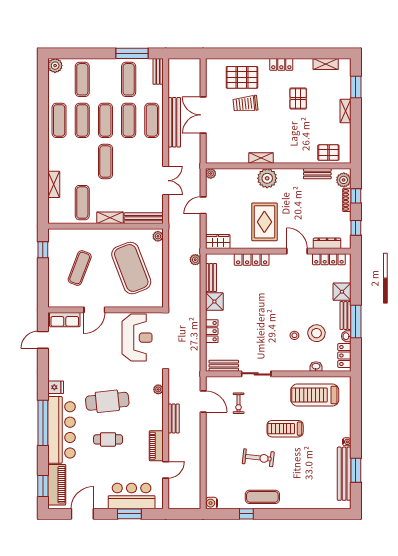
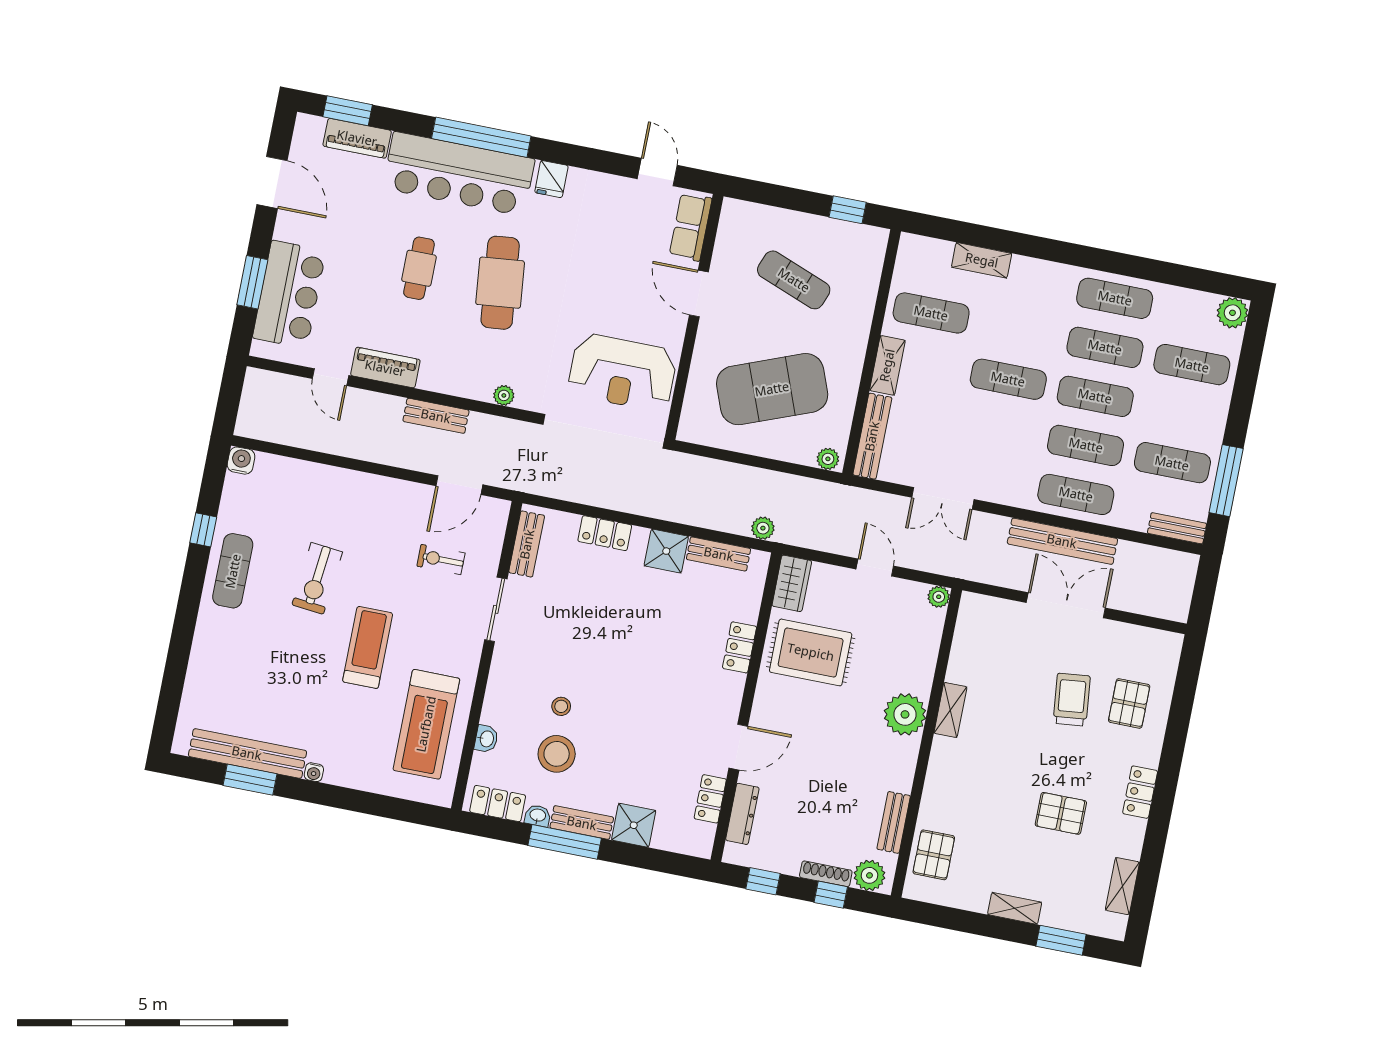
pallet: (242, 77) -> (1129, 703), width x0.67, depth x0.71
rug: (264, 222) -> (811, 652), moved
locker: (329, 259) -> (710, 799), width x0.66
locker: (252, 260) -> (740, 647), width x0.66
treadmill: (315, 395) -> (426, 724), turned 180
piano: (57, 485) -> (357, 138), width x0.73, depth x0.75

